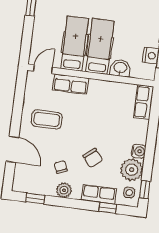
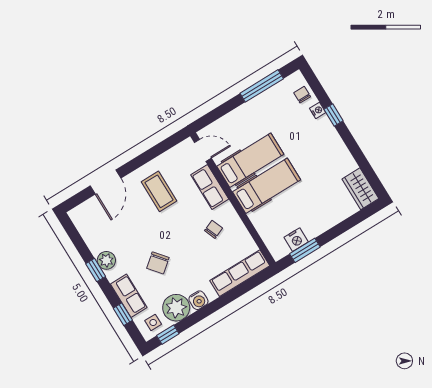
washbasin: (120, 68) -> (262, 221), removed
row of seats: (144, 102) -> (240, 273), width x1.48
chair: (61, 167) -> (214, 229), moved
window: (35, 198) -> (96, 270), moved

